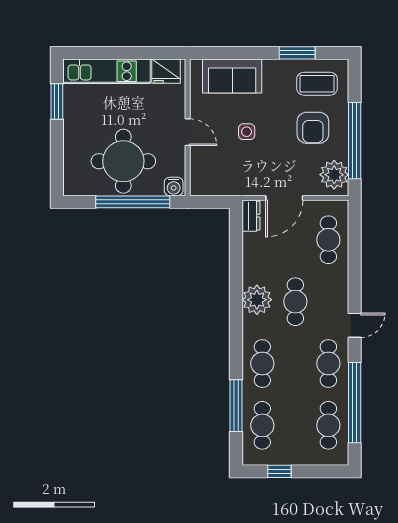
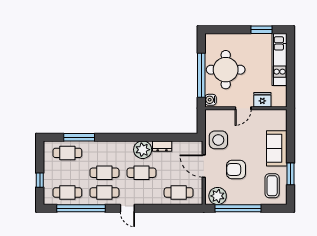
fridge: (166, 71) -> (262, 100), moved, turned 90
sofa: (232, 76) -> (277, 148), moved
armchair: (313, 128) -> (236, 169), moved
side table: (247, 132) -> (218, 140), moved, width x1.87, depth x1.87
dresser: (251, 216) -> (162, 146), moved
cafe table: (262, 364) -> (104, 173), moved
window: (279, 471) -> (40, 180), moved

